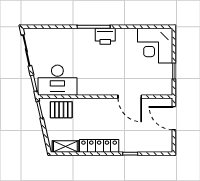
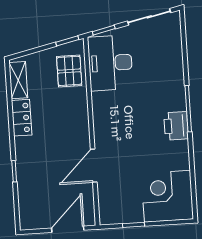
locker: (99, 146) -> (22, 118), width x0.66

